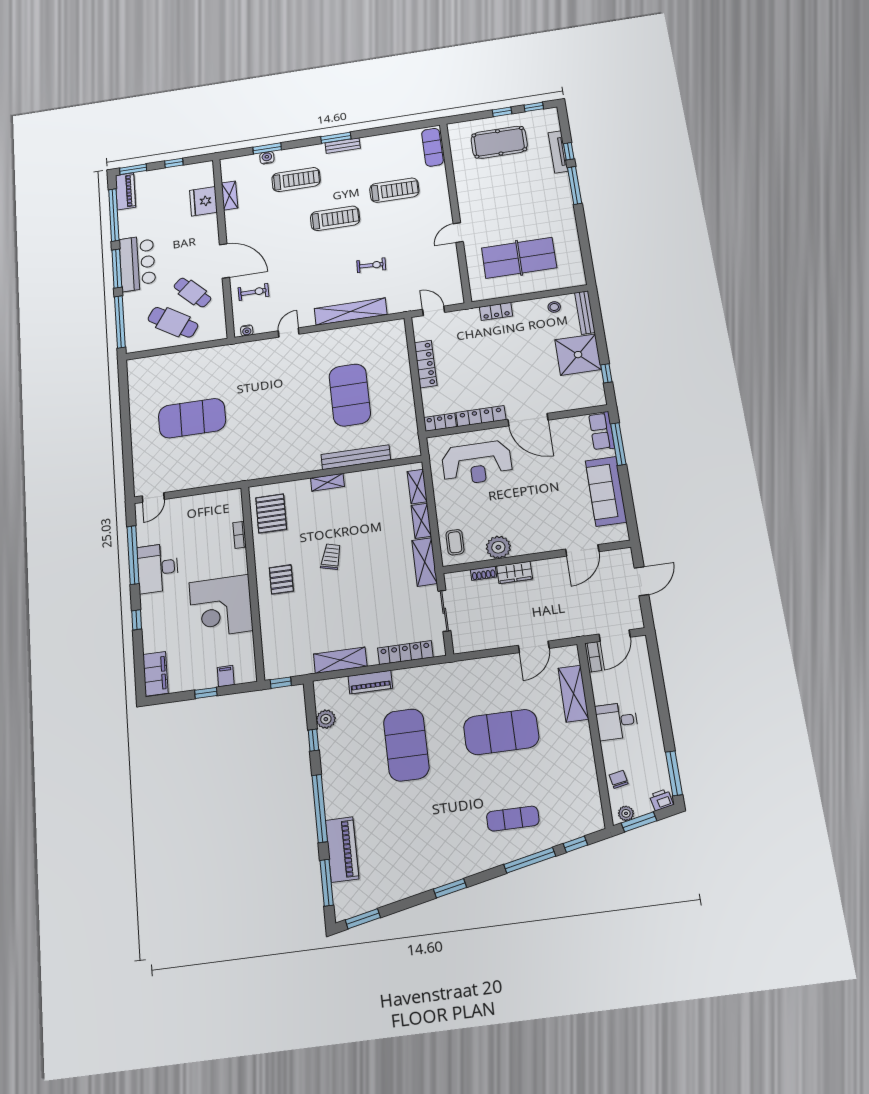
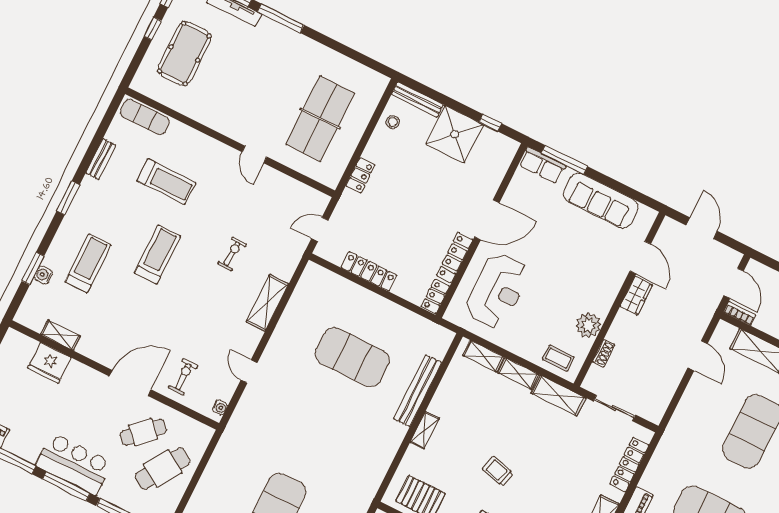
bench: (343, 146) -> (101, 159), moved
treadmill: (394, 190) -> (166, 182), turned 90
shelving: (351, 312) -> (267, 303), width x0.68
wardrobe: (515, 572) -> (636, 296), moved

